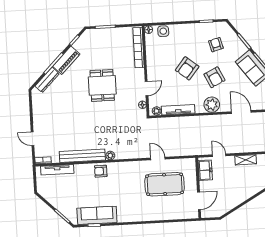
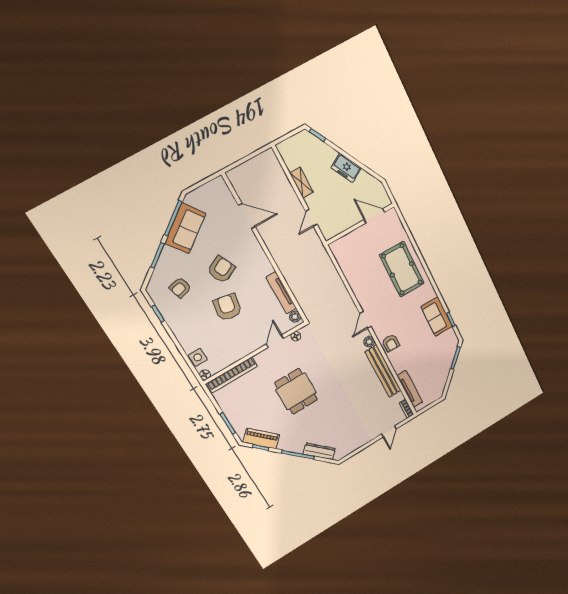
piano: (66, 60) -> (261, 438), moved
armchair: (187, 68) -> (227, 307), turned -119
dining table: (102, 85) -> (296, 391), turned 90
door: (147, 89) -> (275, 341), hinge flipped
plant: (212, 105) -> (256, 256), removed
door: (241, 112) -> (247, 216), swing flipped
door: (158, 159) -> (365, 320), moved
freezer: (205, 170) -> (346, 168), moved, turned -119
pool table: (165, 184) -> (402, 269), moved
sofa: (97, 215) -> (437, 317), width x0.73

